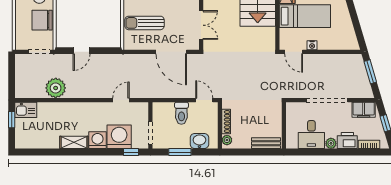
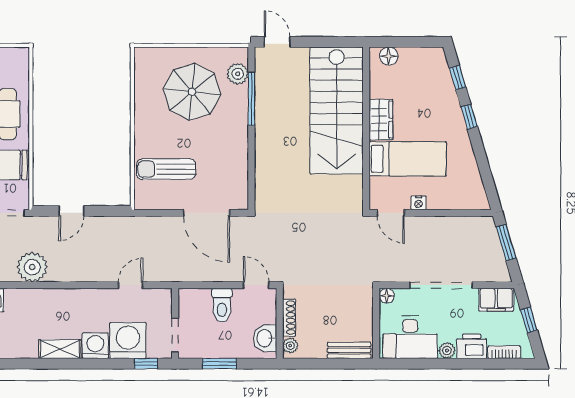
double door: (201, 25) -> (251, 172), removed
floor lamp: (291, 107) -> (387, 296), added
desk: (311, 135) -> (410, 337), width x1.37
washbasin: (199, 141) -> (265, 338), moved, turned -90

